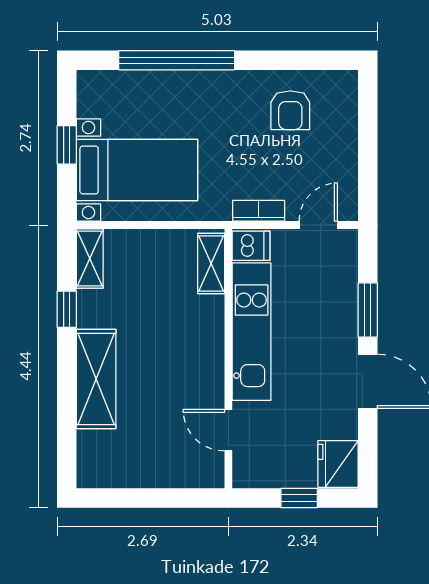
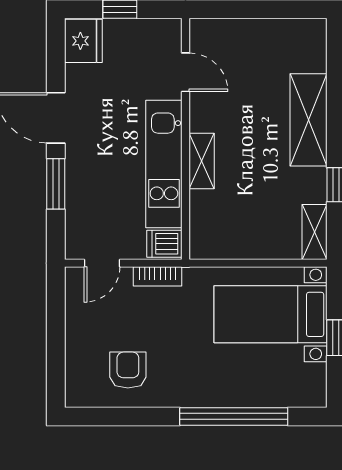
shelving: (211, 264) -> (202, 161), moved

